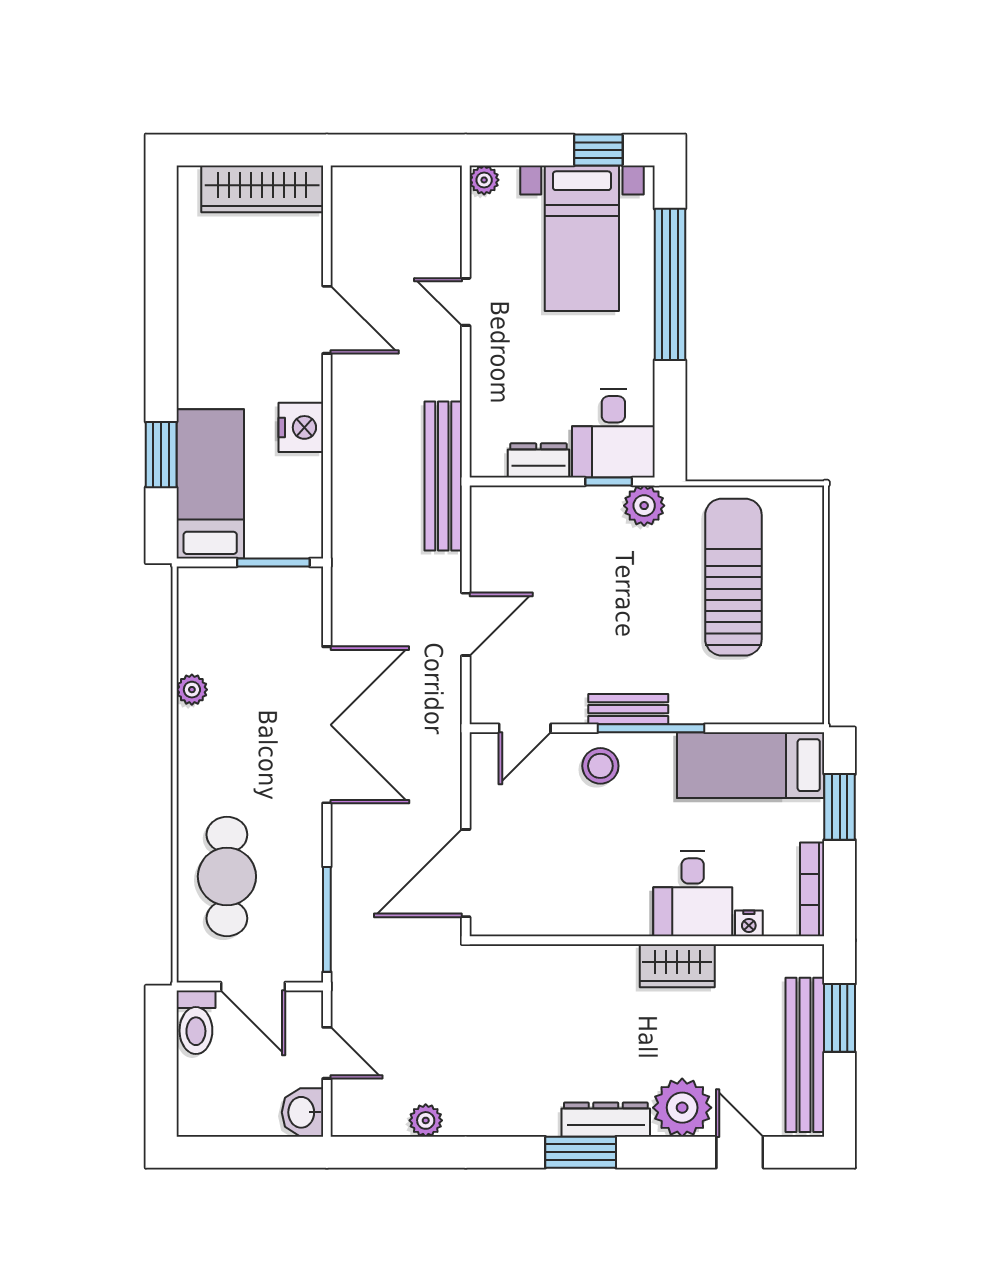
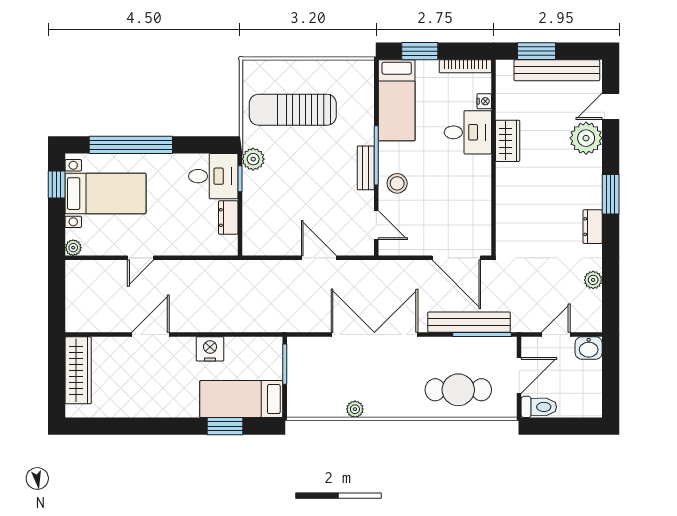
bench: (443, 476) -> (469, 322), moved
dresser: (606, 1120) -> (593, 227), moved, width x0.70

